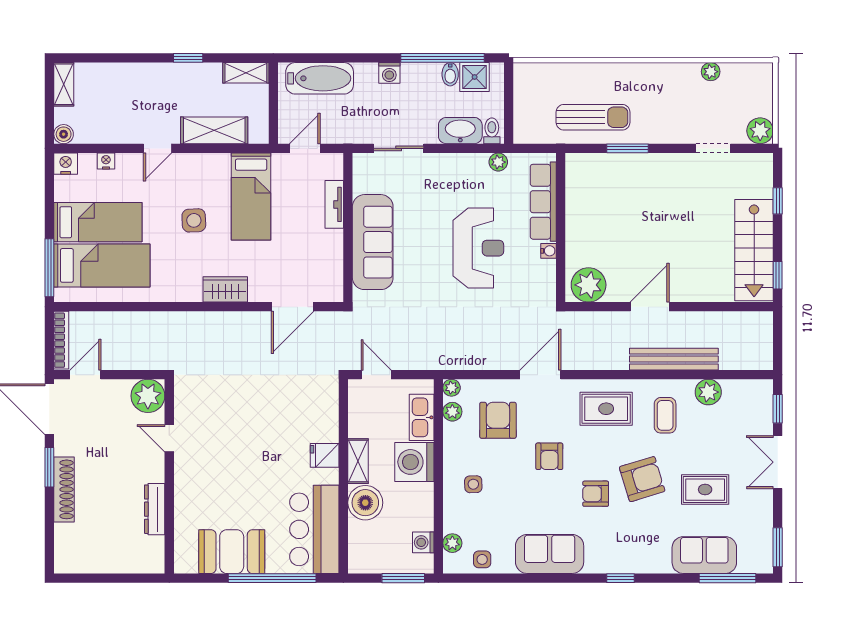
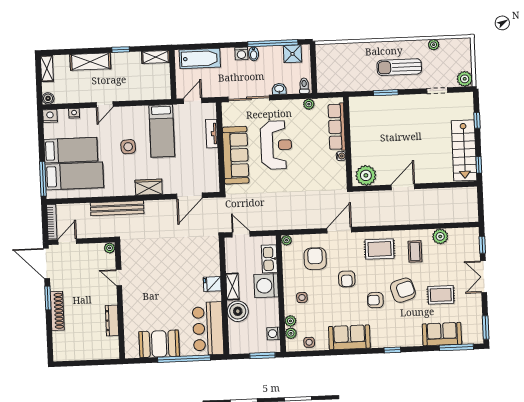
bidet: (450, 74) -> (254, 54), moved
sun lounger: (593, 117) -> (399, 67), moved, turned 180
shelving: (214, 130) -> (90, 62), moved
washbasin: (460, 131) -> (279, 89), width x0.52, depth x0.69
sliding door: (399, 148) -> (249, 98), width x1.37
reception desk: (478, 248) -> (276, 145), moved
bench: (674, 359) -> (117, 208), moved
plant: (148, 396) -> (110, 248), width x0.53, depth x0.53
plant: (452, 412) -> (290, 321), moved

